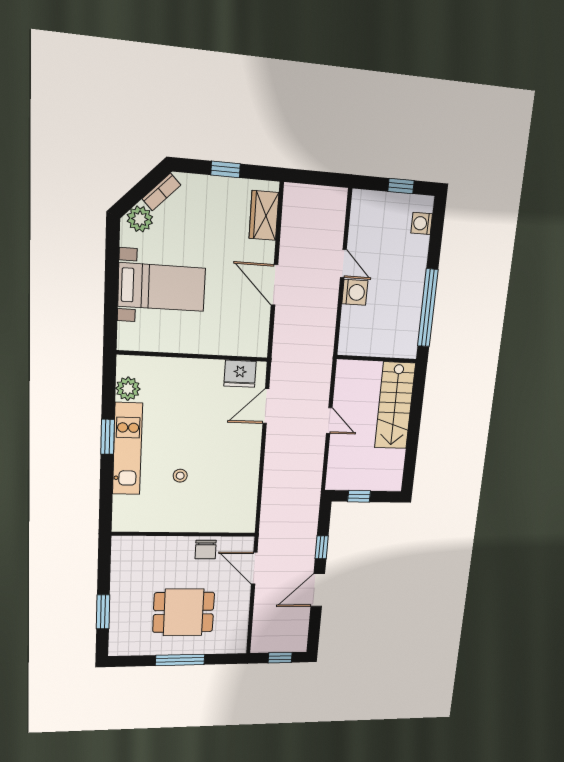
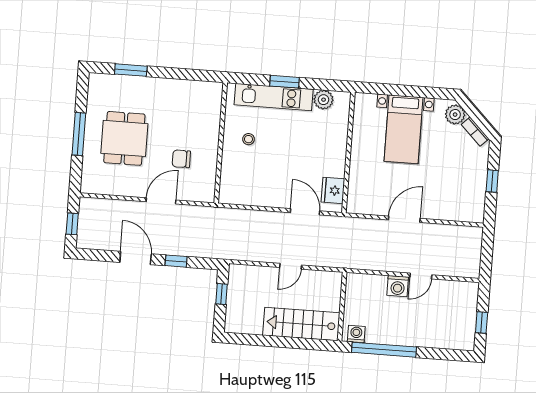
wardrobe: (264, 215) -> (458, 211), removed
washing machine: (422, 223) -> (356, 334), moved
wall: (184, 534) -> (221, 143), moved

